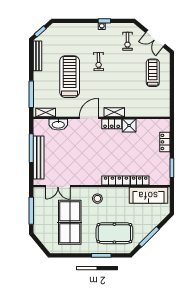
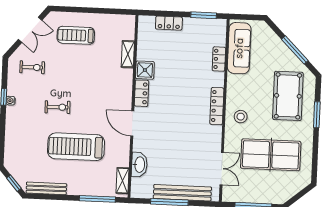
shelving: (114, 112) -> (128, 54), moved
locker: (116, 180) -> (217, 106), moved

